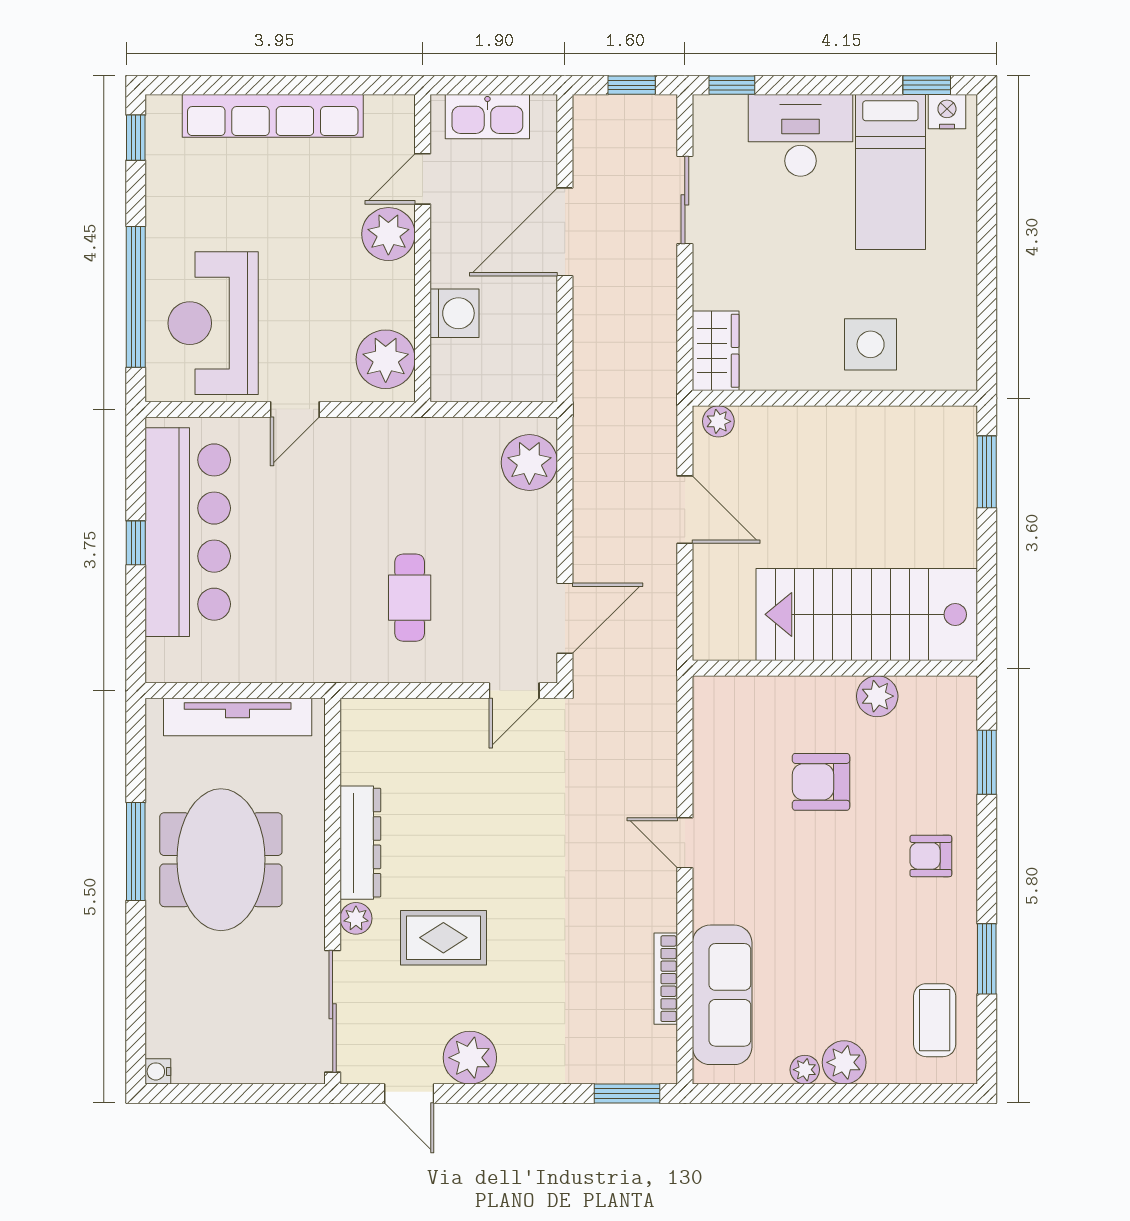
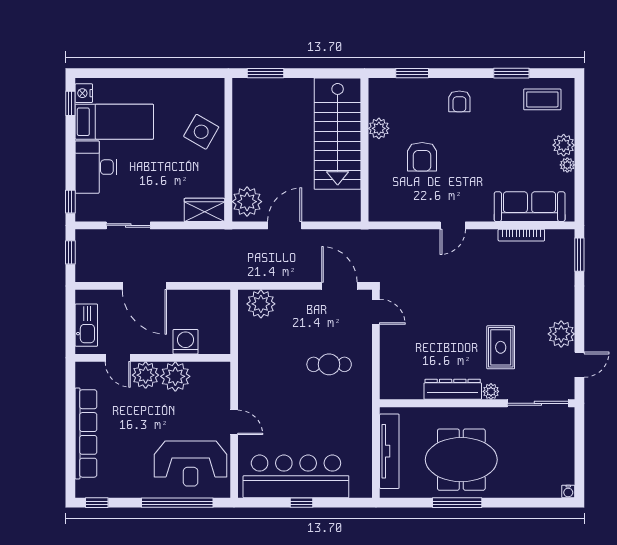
side table: (871, 344) -> (201, 132), turned 30
plant: (386, 359) -> (175, 376), moved
plant: (718, 421) -> (247, 202), width x1.87, depth x1.87

